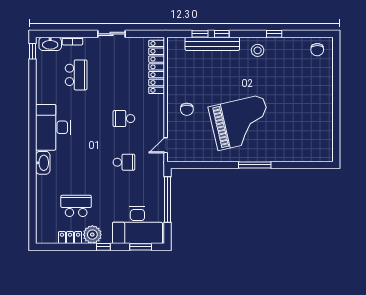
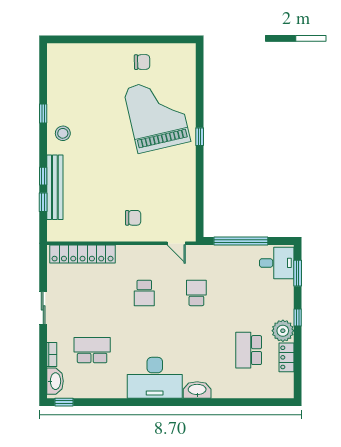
chair: (317, 50) -> (142, 62), moved
grand piano: (241, 122) -> (157, 115), moved
window: (255, 165) -> (200, 137), width x0.46
desk: (137, 225) -> (277, 263), width x0.53, depth x0.77

